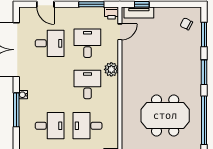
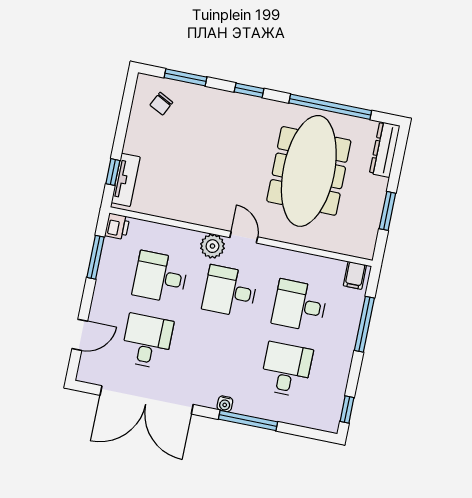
door: (120, 32) -> (244, 237), moved
window: (204, 72) -> (249, 90), width x0.67
meeting table: (165, 116) -> (309, 171), width x1.36
desk: (87, 126) -> (299, 306), turned 90

